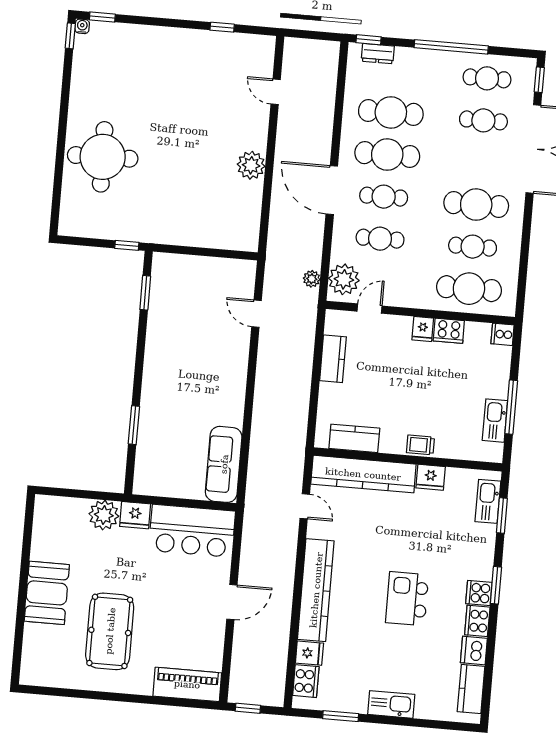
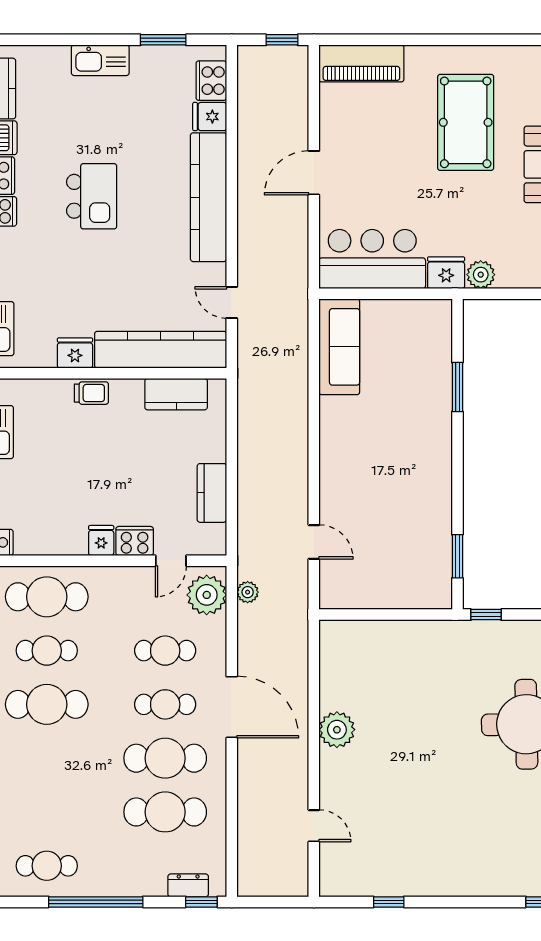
cafe table: (483, 120) -> (47, 812), removed
cooker: (449, 331) -> (135, 541), moved
plant: (104, 515) -> (481, 275), width x0.73, depth x0.73

